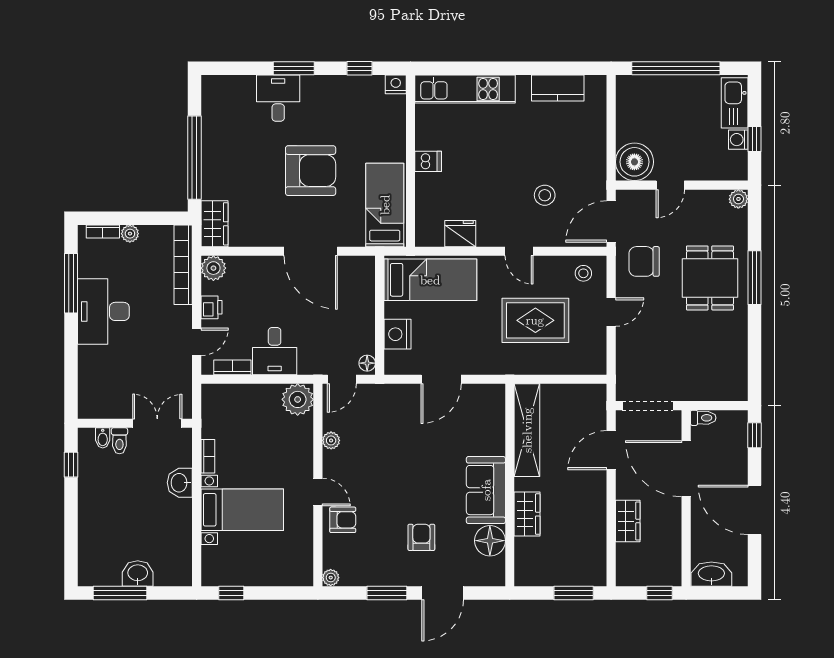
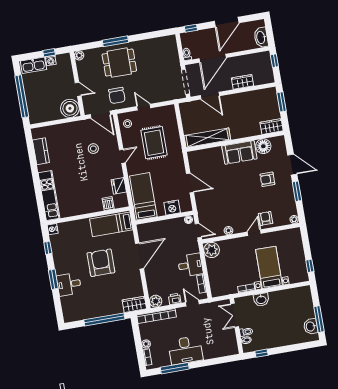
dishwasher: (428, 161) -> (108, 204), moved
wardrobe: (527, 514) -> (272, 127), moved
washbasin: (138, 574) -> (311, 326), moved

